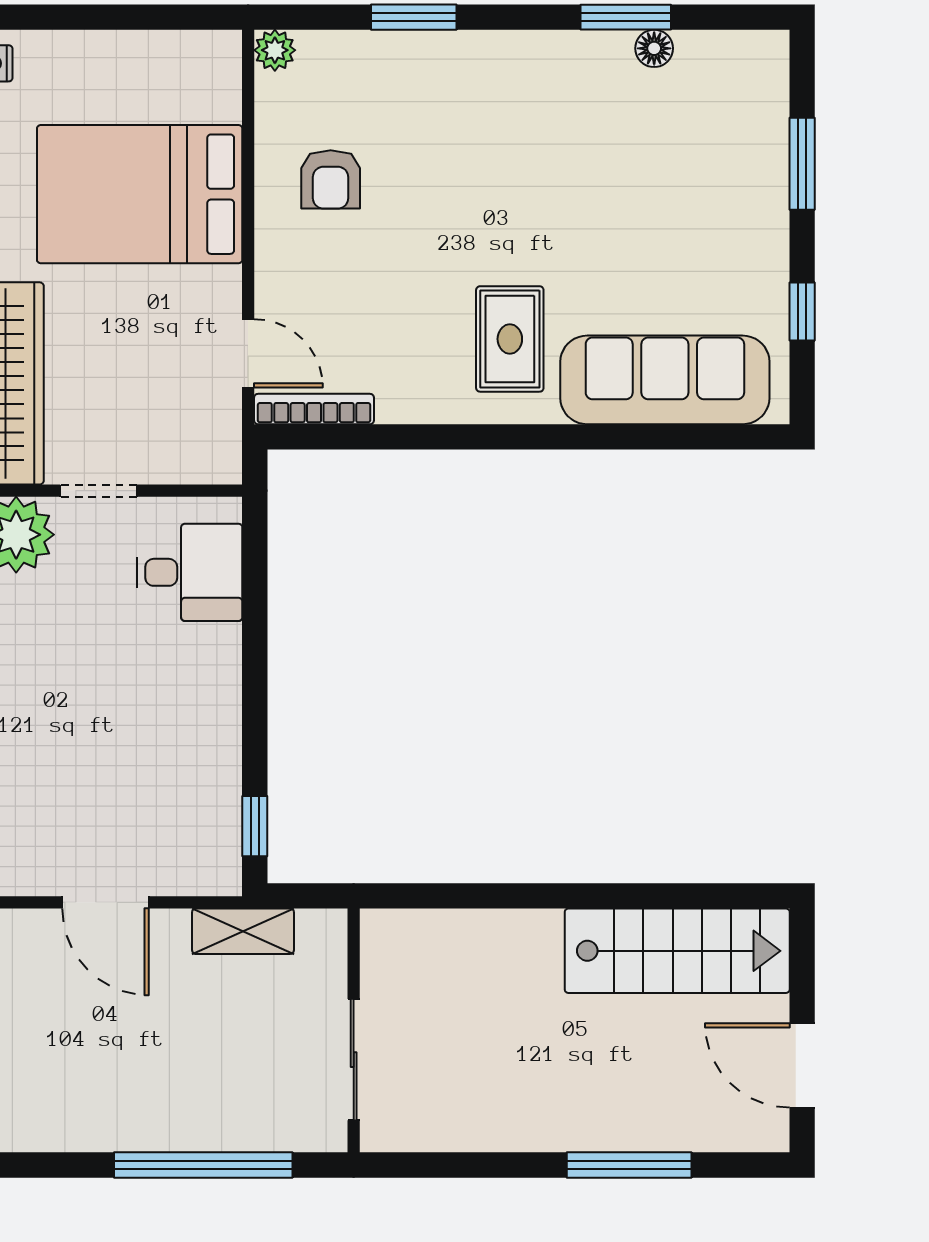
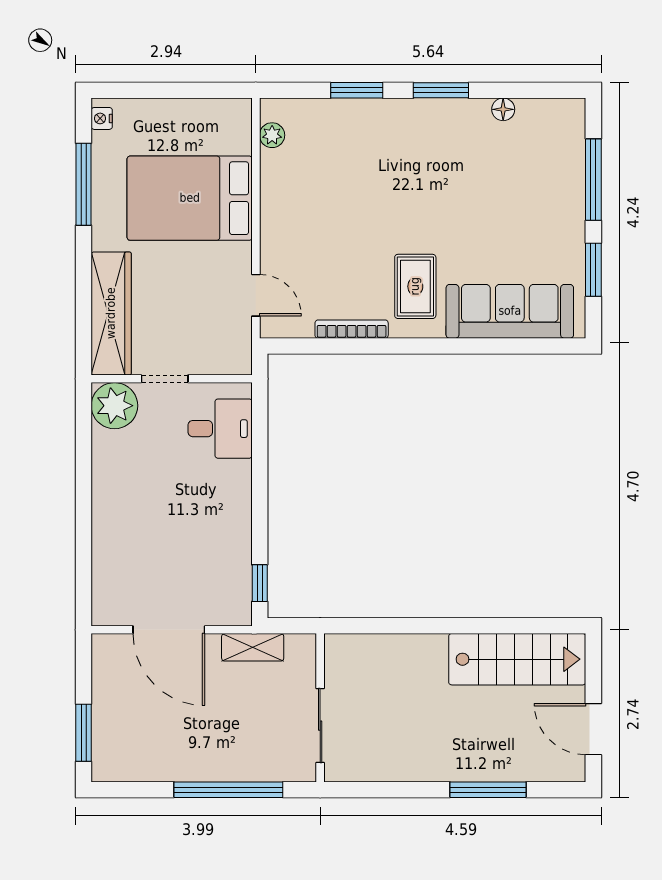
window: (626, 17) -> (441, 90), moved
plant: (275, 50) -> (272, 135), moved
window: (802, 164) -> (593, 180), width x1.44
armchair: (331, 179) -> (306, 189), removed
window: (802, 312) -> (593, 270), width x1.50
bookcase: (314, 409) -> (352, 329), moved
door: (106, 902) -> (169, 630), width x1.36

